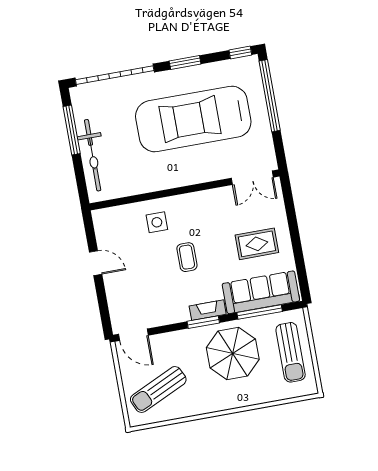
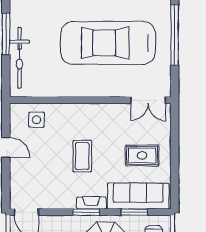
side table: (157, 222) -> (36, 120), moved
coffee table: (187, 257) -> (82, 156), width x1.36, depth x1.30
window: (260, 312) -> (134, 212), width x0.69

